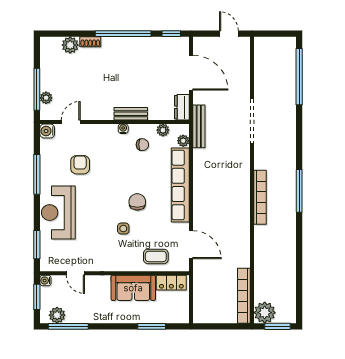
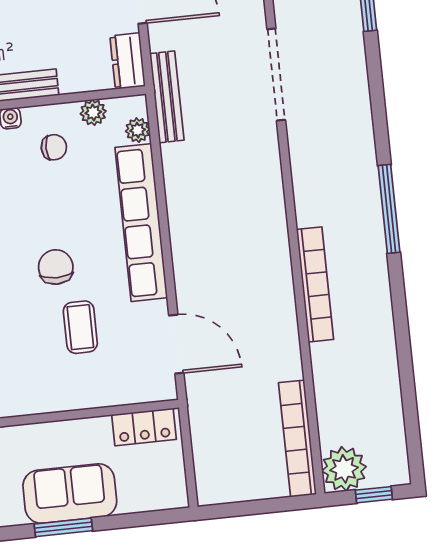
bookcase: (260, 197) -> (315, 284), moved
side table: (123, 229) -> (33, 325), removed
coffee table: (156, 256) -> (80, 327), moved, turned 90
sofa: (133, 288) -> (70, 494), moved, turned 180
window: (152, 326) -> (63, 527), moved
window: (278, 326) -> (374, 495), width x0.67

